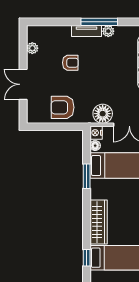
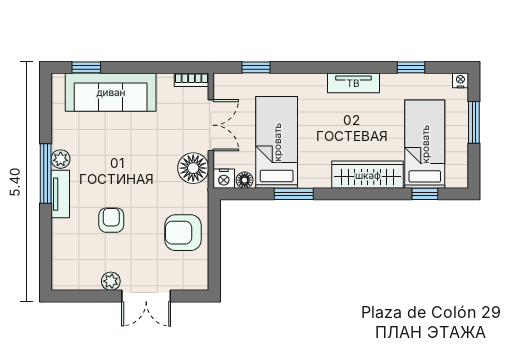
plant: (32, 48) -> (111, 281), moved
armchair: (63, 107) -> (183, 233), turned 90

